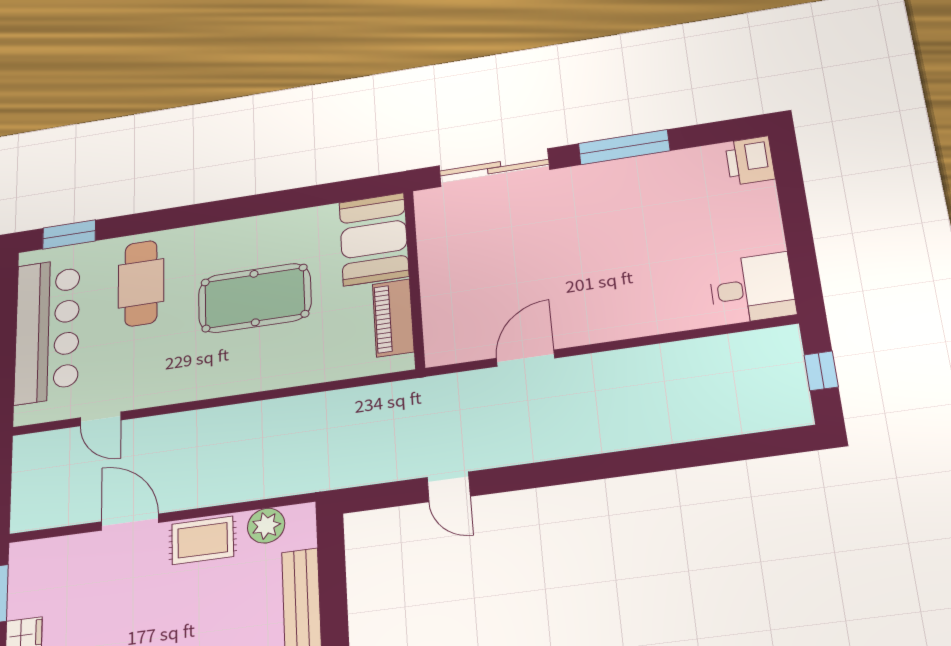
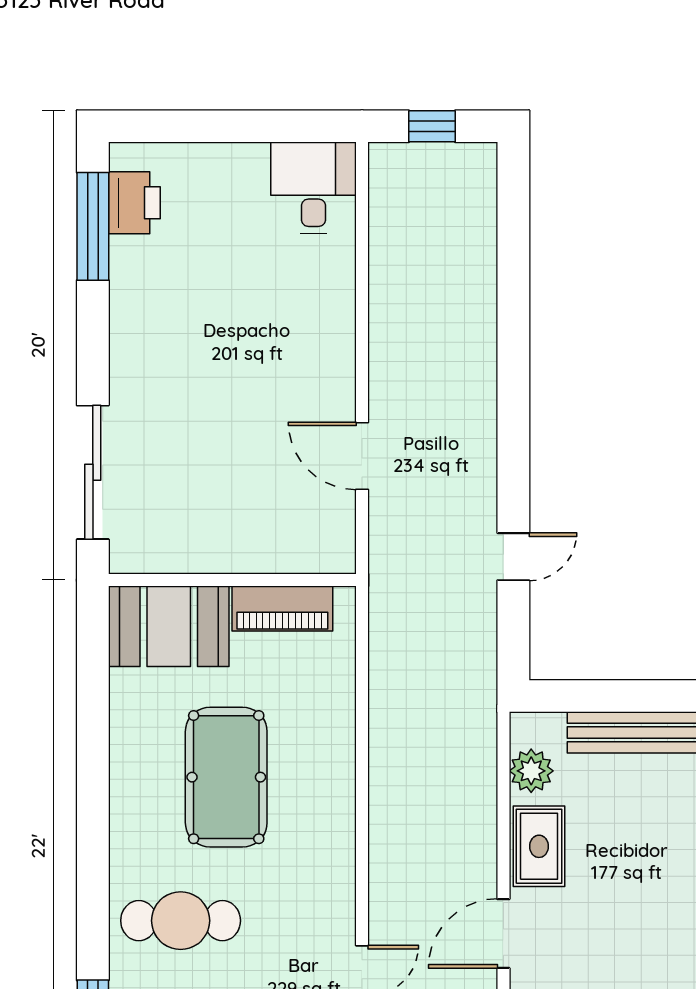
window: (624, 147) -> (93, 226), moved
printer: (750, 161) -> (134, 203), moved, turned -90

